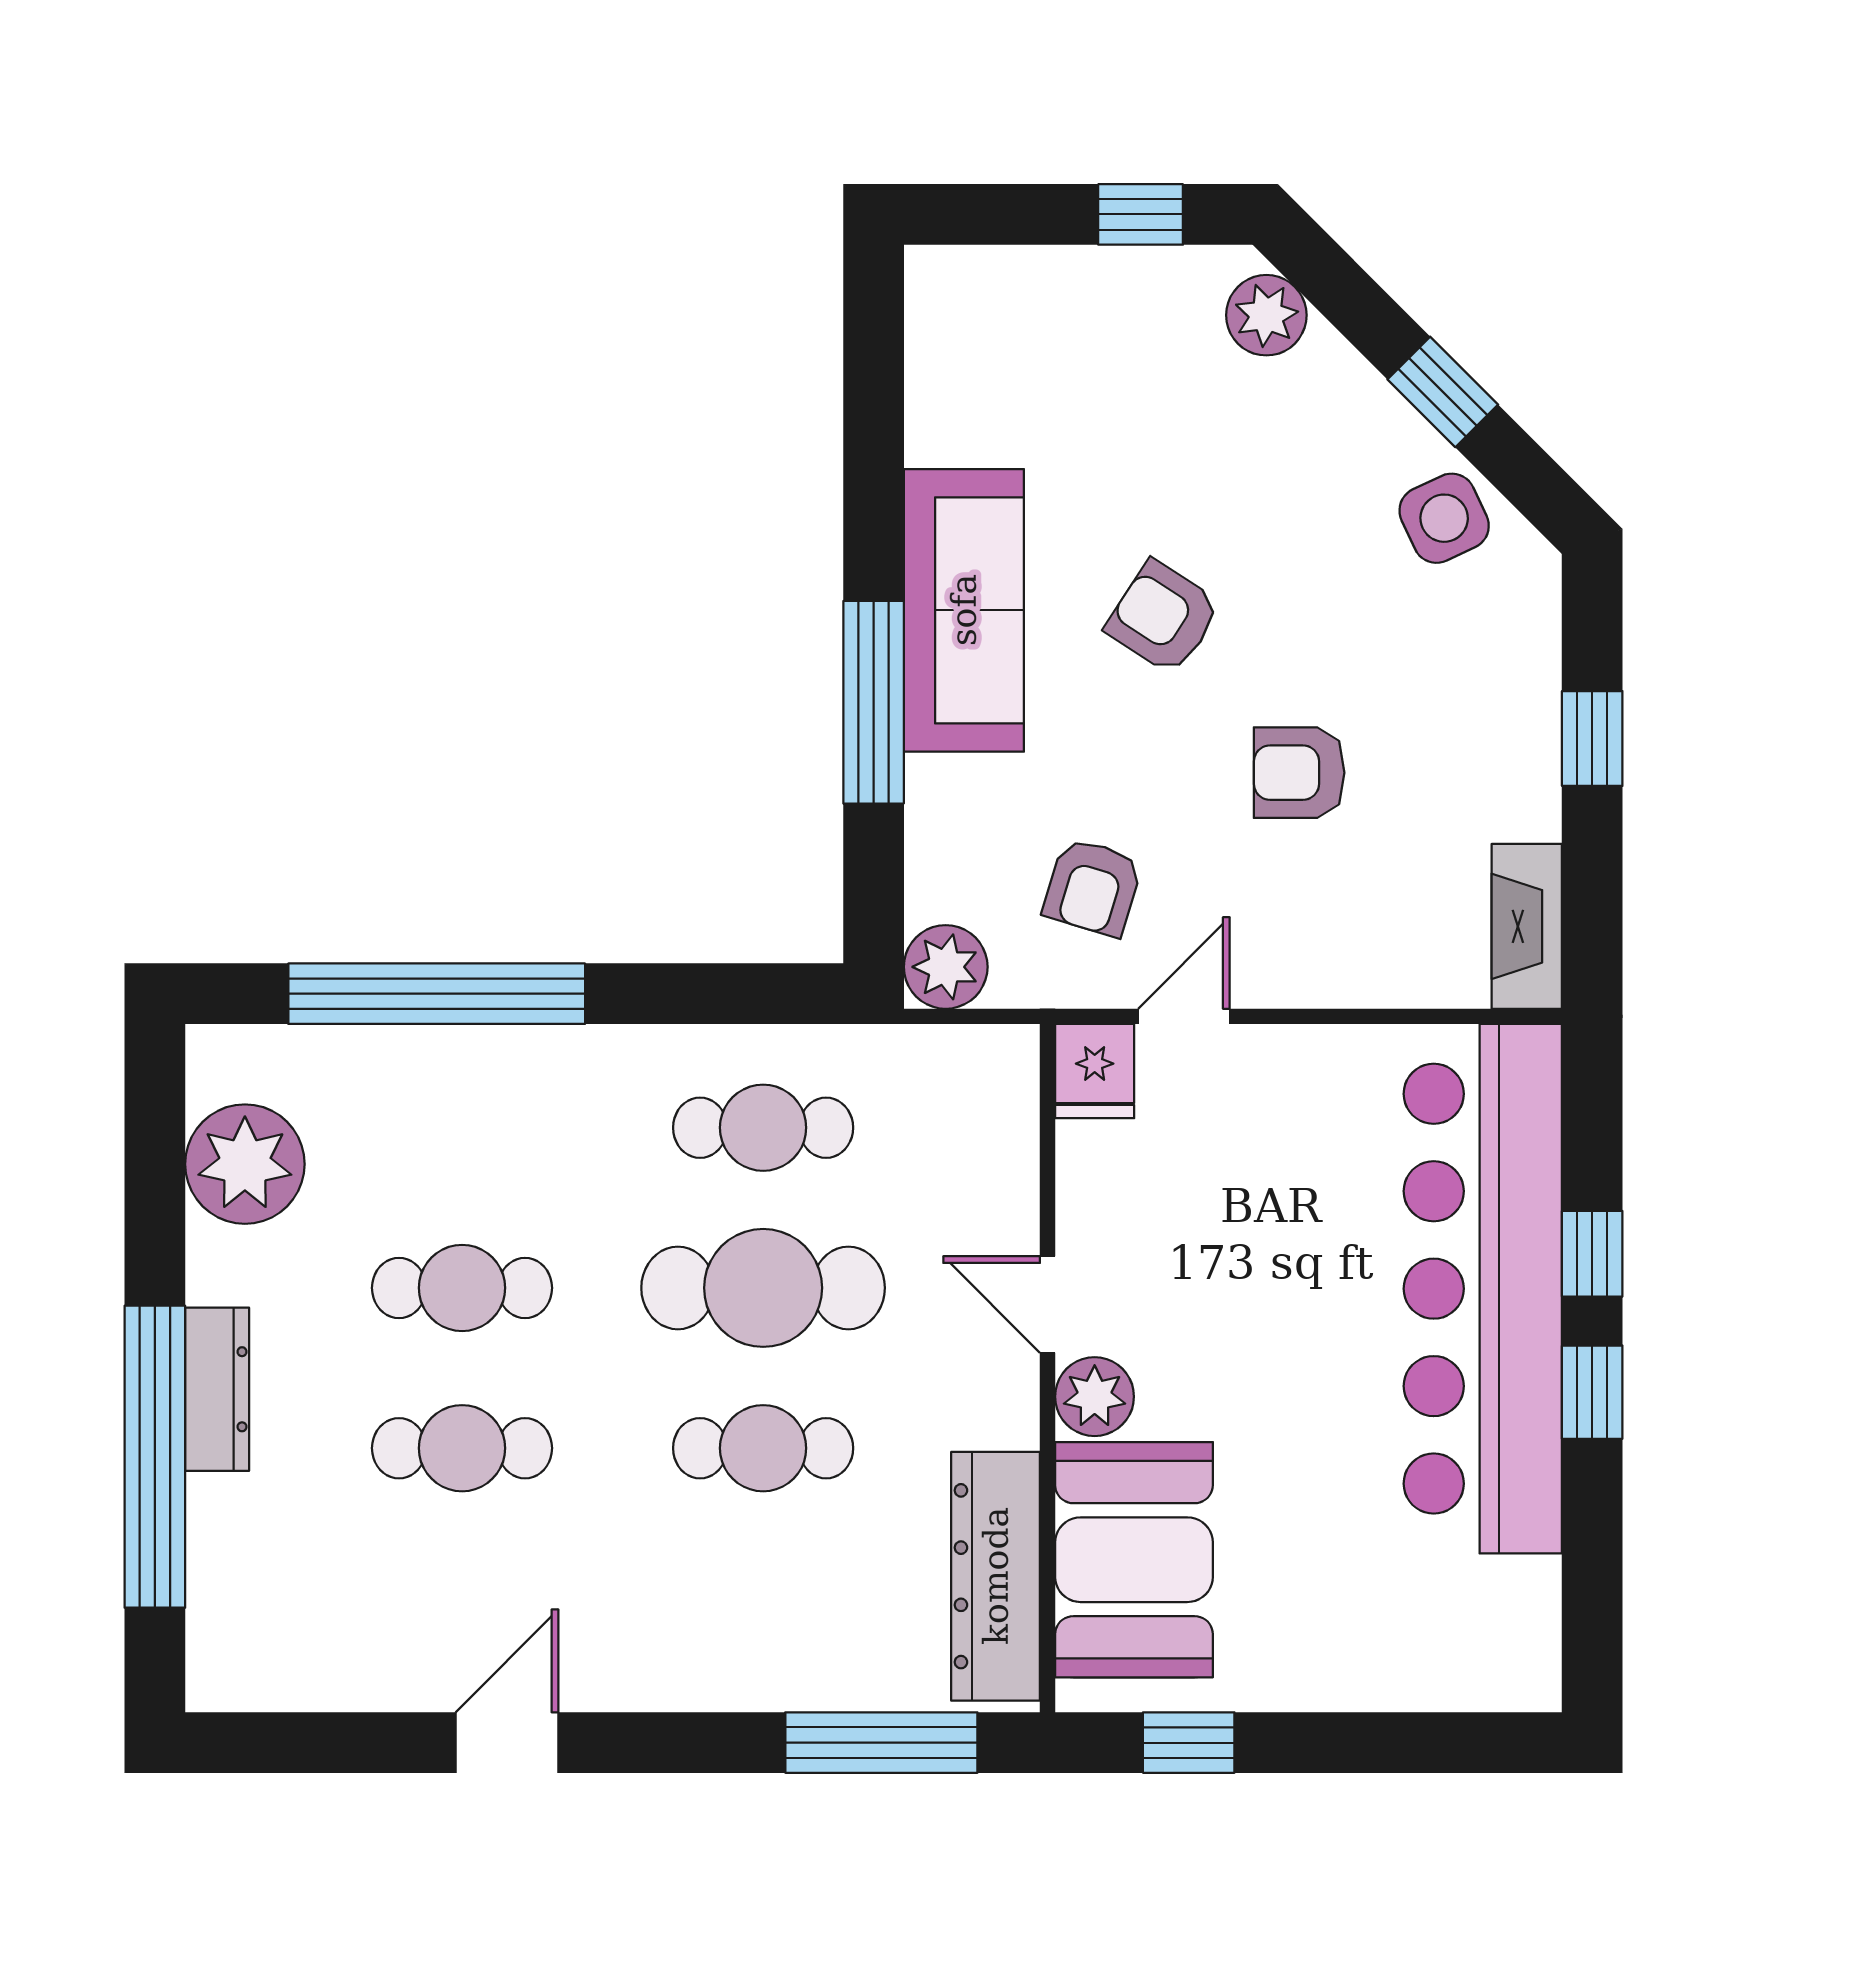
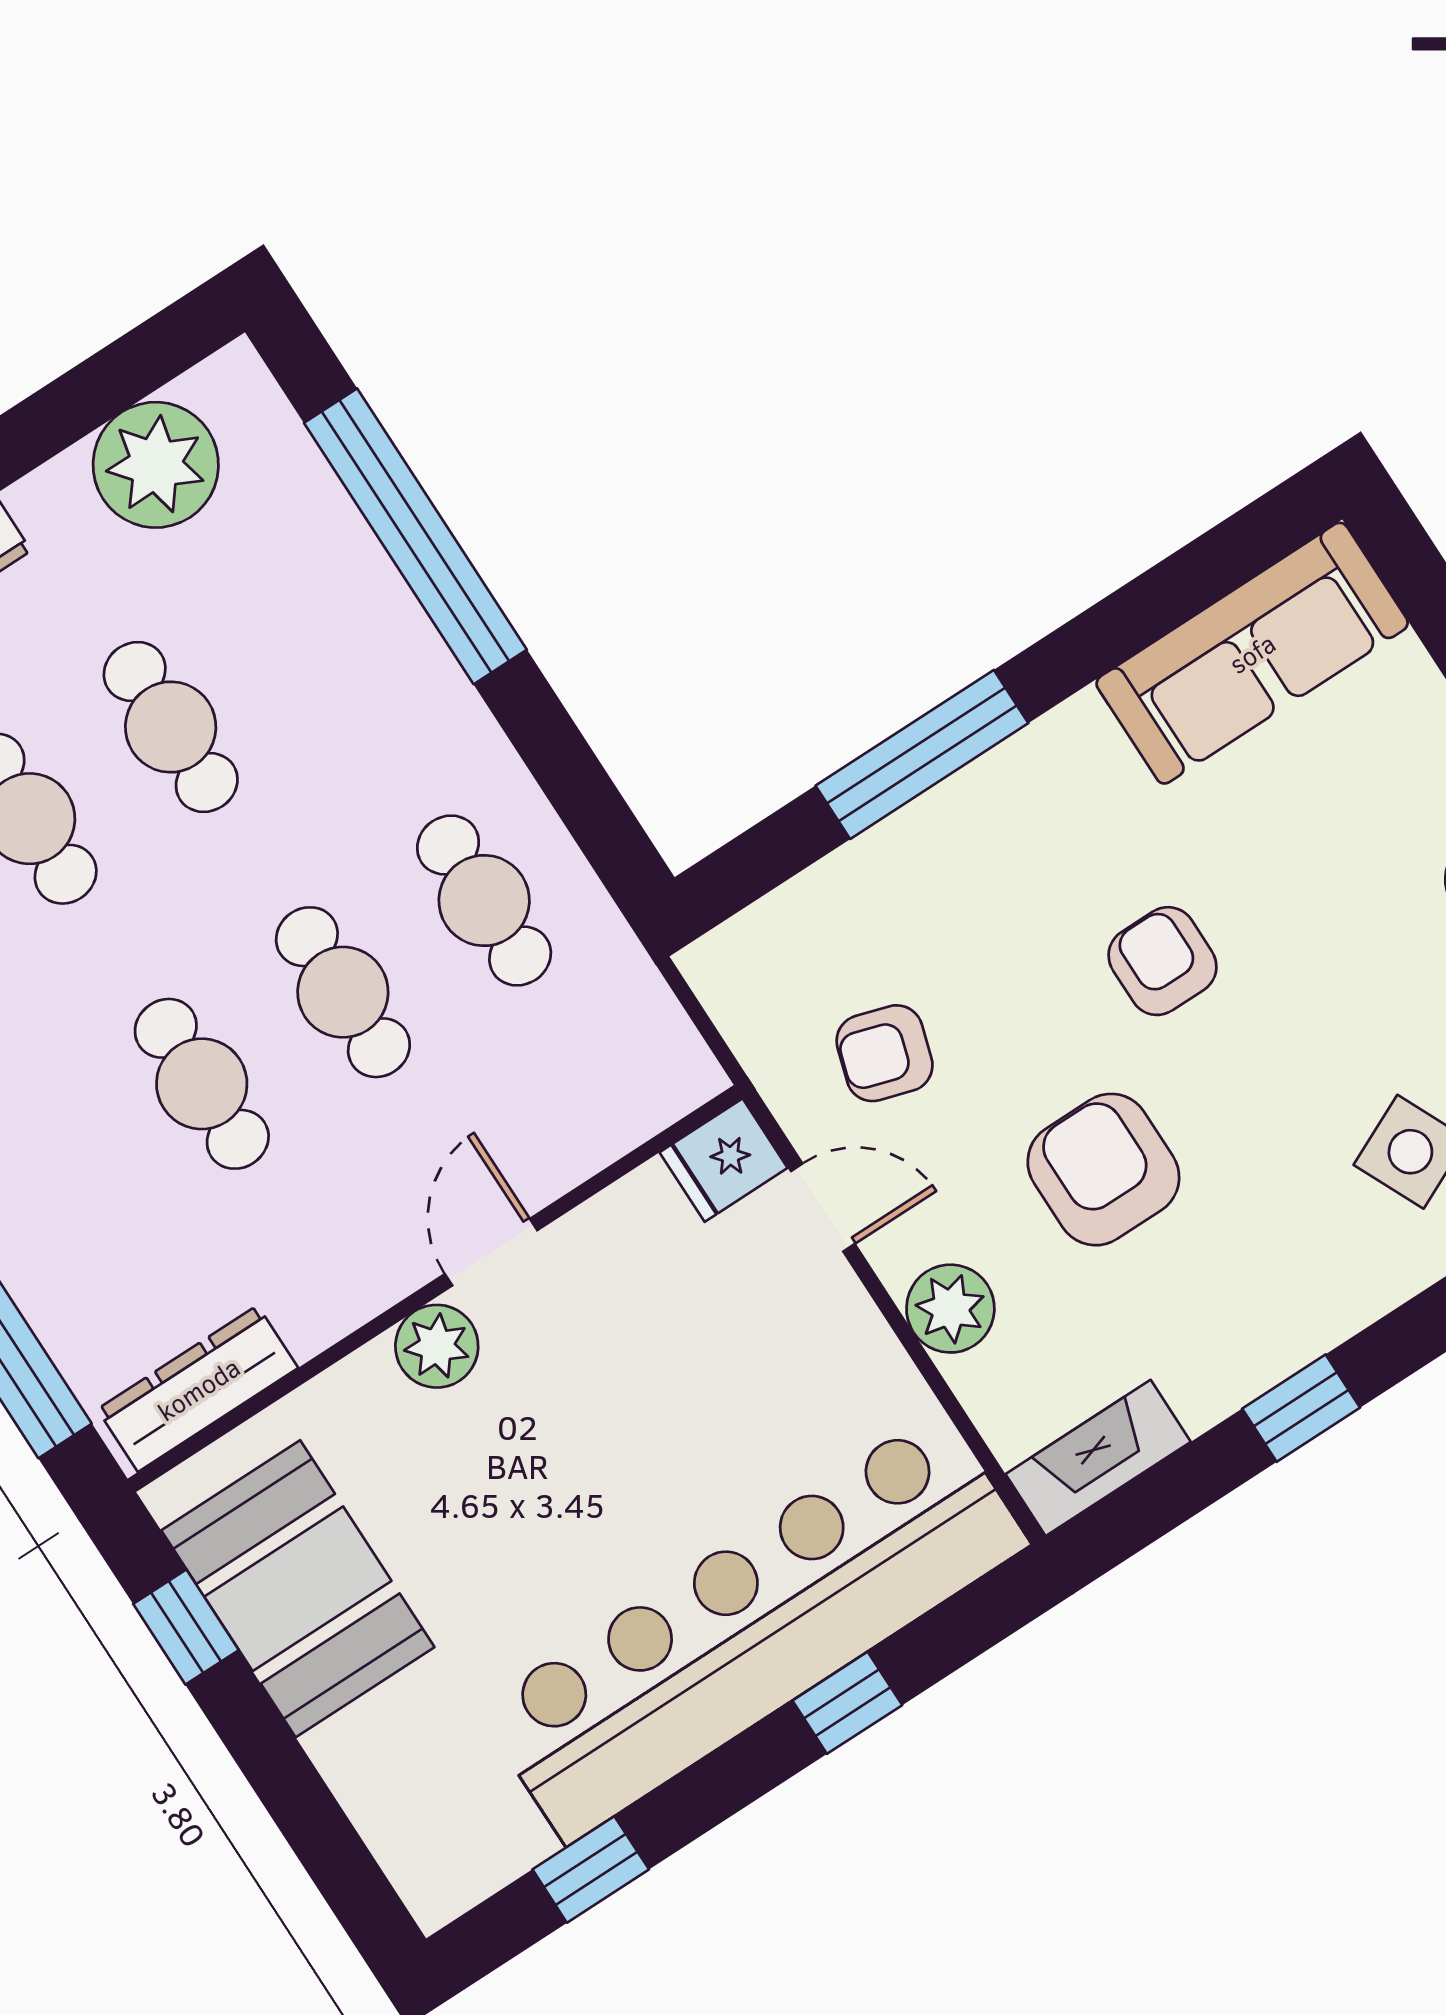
sofa: (964, 610) -> (1252, 653), moved
armchair: (1163, 617) -> (1163, 961), turned -33
armchair: (1299, 773) -> (1103, 1170), width x1.38, depth x1.38
plant: (946, 967) -> (950, 1309), moved
cafe table: (763, 1288) -> (343, 992), width x0.73, depth x0.74
window: (1592, 1392) -> (591, 1869), moved
booth: (1134, 1560) -> (298, 1589), moved, turned 90
dresser: (996, 1576) -> (198, 1389), width x0.73, depth x0.80

